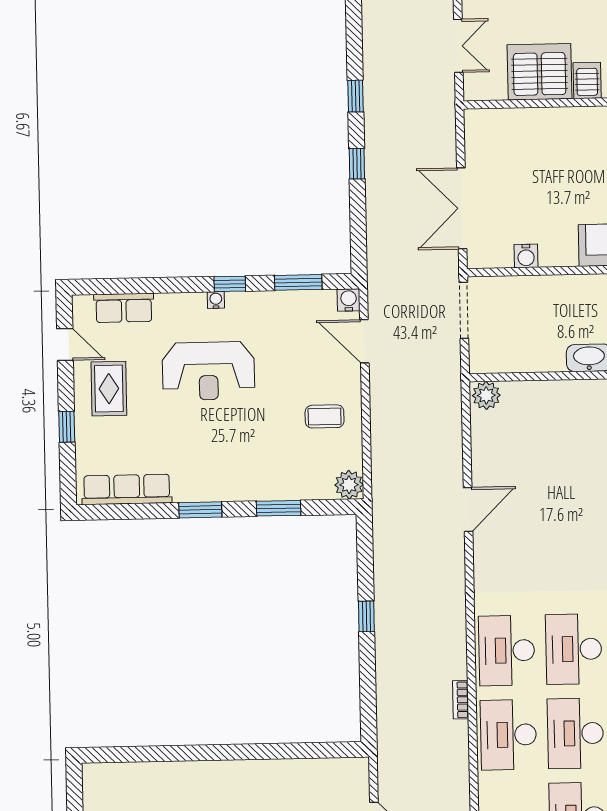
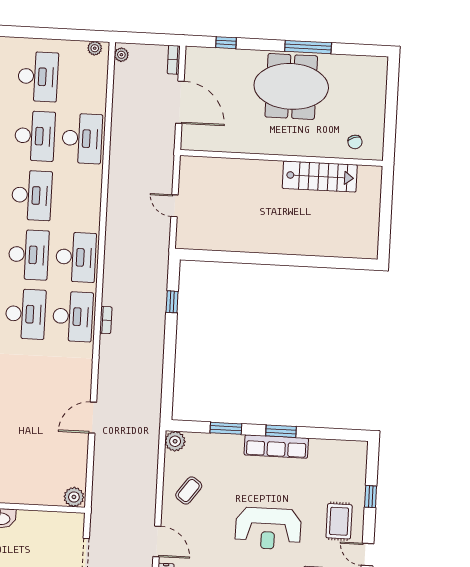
reception desk: (208, 371) -> (268, 529), turned 180
coffee table: (325, 416) -> (189, 491), turned -54
row of seats: (127, 489) -> (276, 447), moved
window: (366, 616) -> (172, 302), moved
bookcase: (461, 700) -> (106, 320), moved

